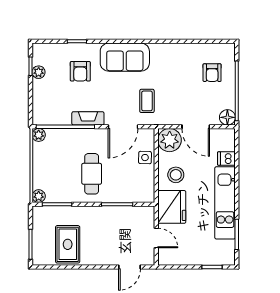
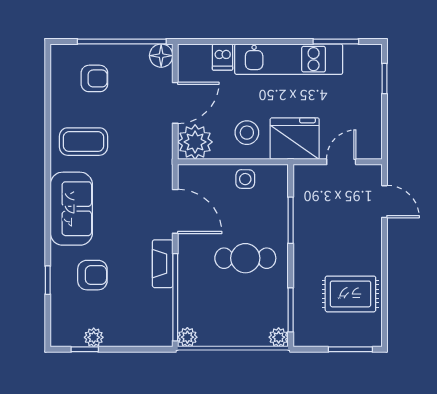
coffee table: (147, 101) -> (83, 142), moved, width x1.36, depth x1.30
side table: (145, 158) -> (245, 179), moved

